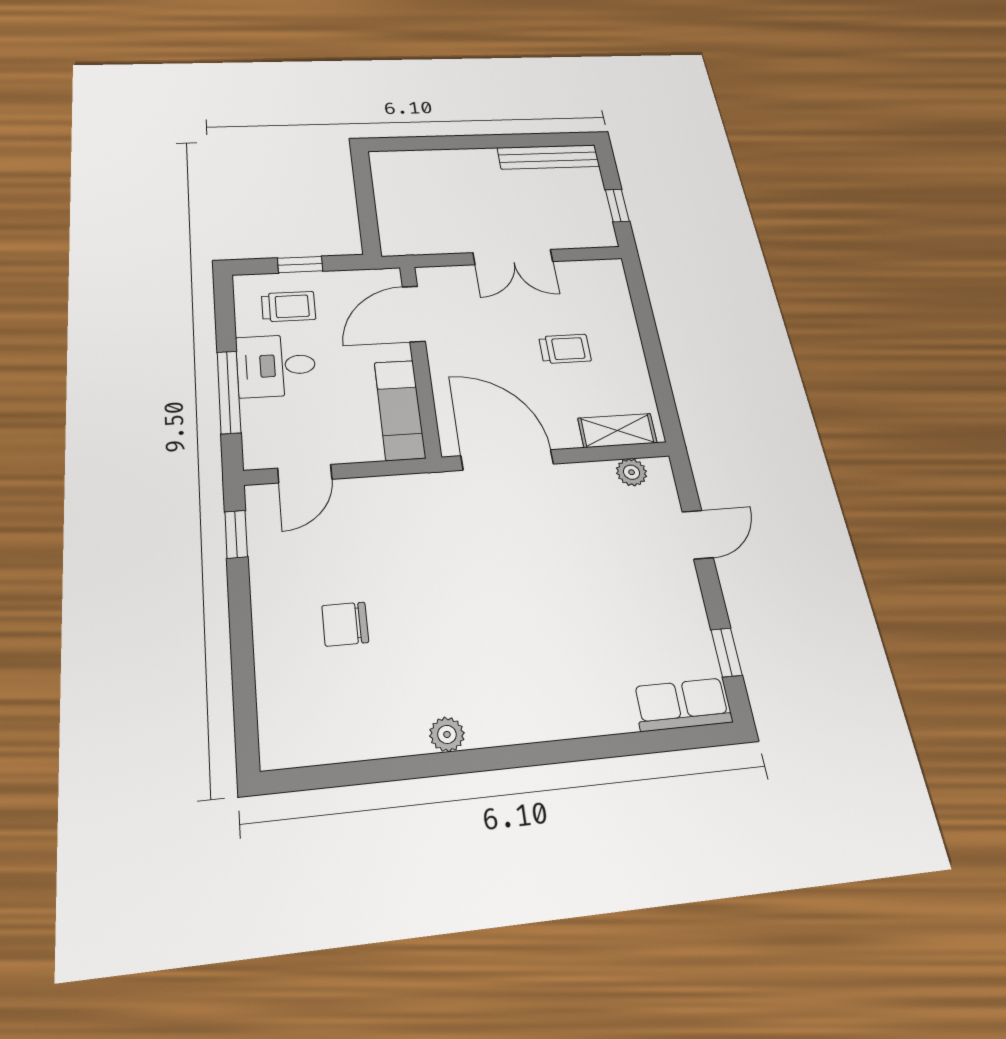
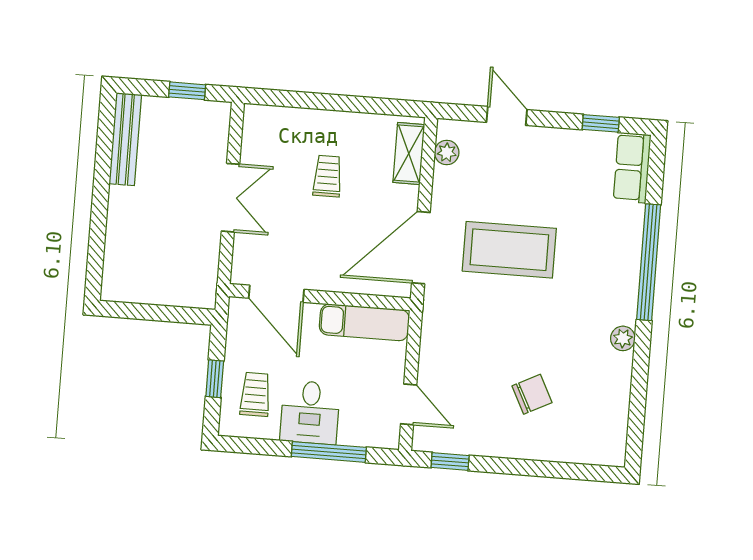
coffee table: (531, 564) -> (509, 250), added
chair: (345, 624) -> (532, 394), turned -117
window: (562, 751) -> (649, 262), added

